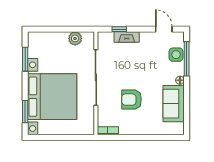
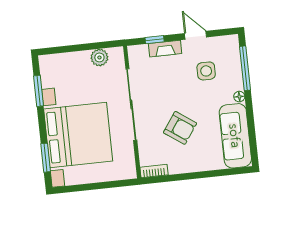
door: (164, 29) -> (196, 35), moved
side table: (176, 55) -> (206, 71), moved
armchair: (132, 100) -> (180, 128), turned -145
sofa: (174, 104) -> (235, 136), width x1.36

